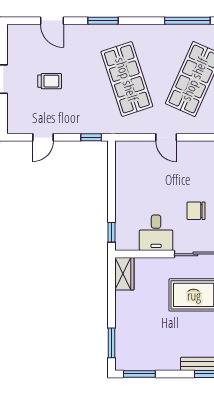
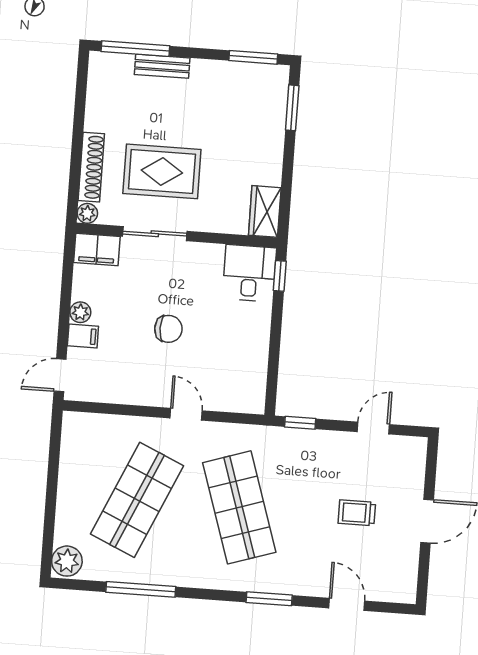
chair: (196, 211) -> (168, 329), moved
desk: (156, 233) -> (249, 273), moved

